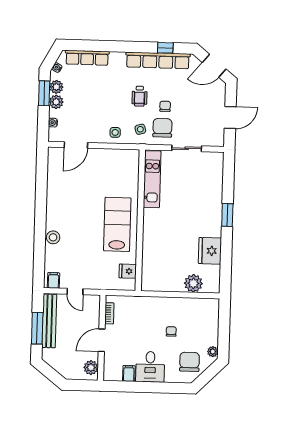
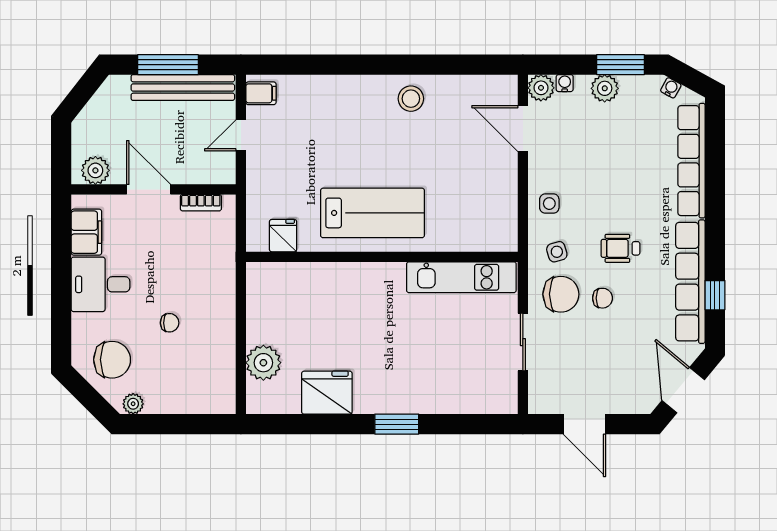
row of seats: (87, 58) -> (691, 161), width x1.36
plant: (56, 87) -> (541, 88), moved
stool: (53, 237) -> (411, 99), moved
filing cabinet: (129, 373) -> (86, 232), width x2.00

